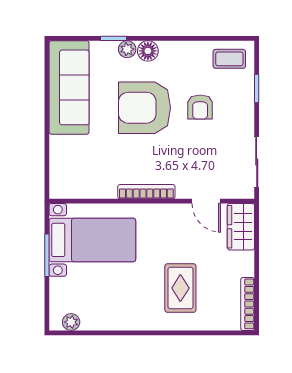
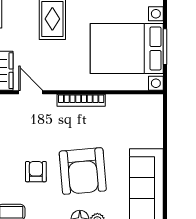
armchair: (145, 108) -> (83, 171), turned 85
bed with nightstands: (92, 240) -> (127, 48), width x1.36

